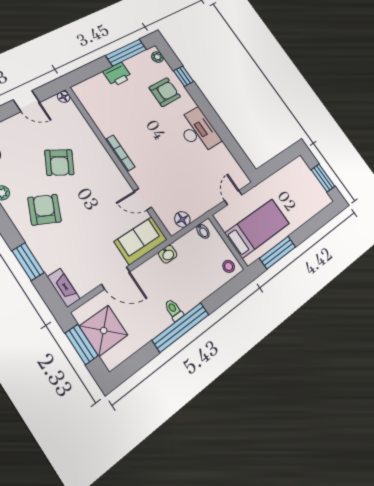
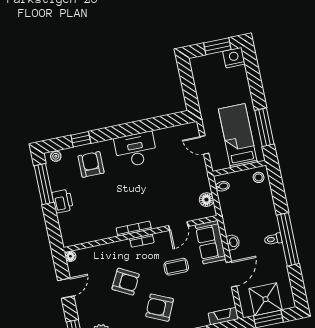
bookcase: (111, 166) -> (142, 241), added
nightstand: (322, 197) -> (234, 58), added
coffee table: (98, 212) -> (176, 267), added
washbasin: (168, 254) -> (233, 242), moved

